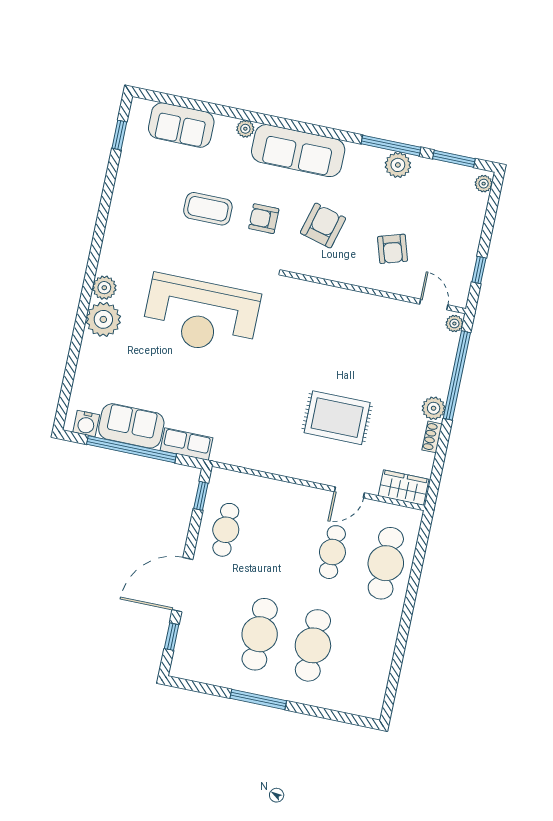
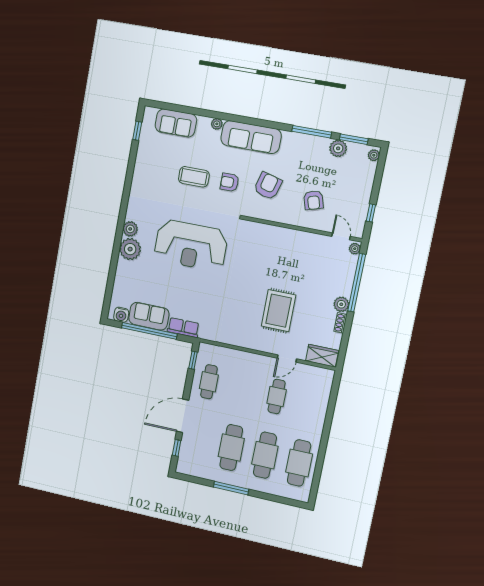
plant: (398, 165) -> (338, 148), moved
rug: (337, 418) -> (279, 311), turned 90
cafe table: (386, 563) -> (299, 463), moved

